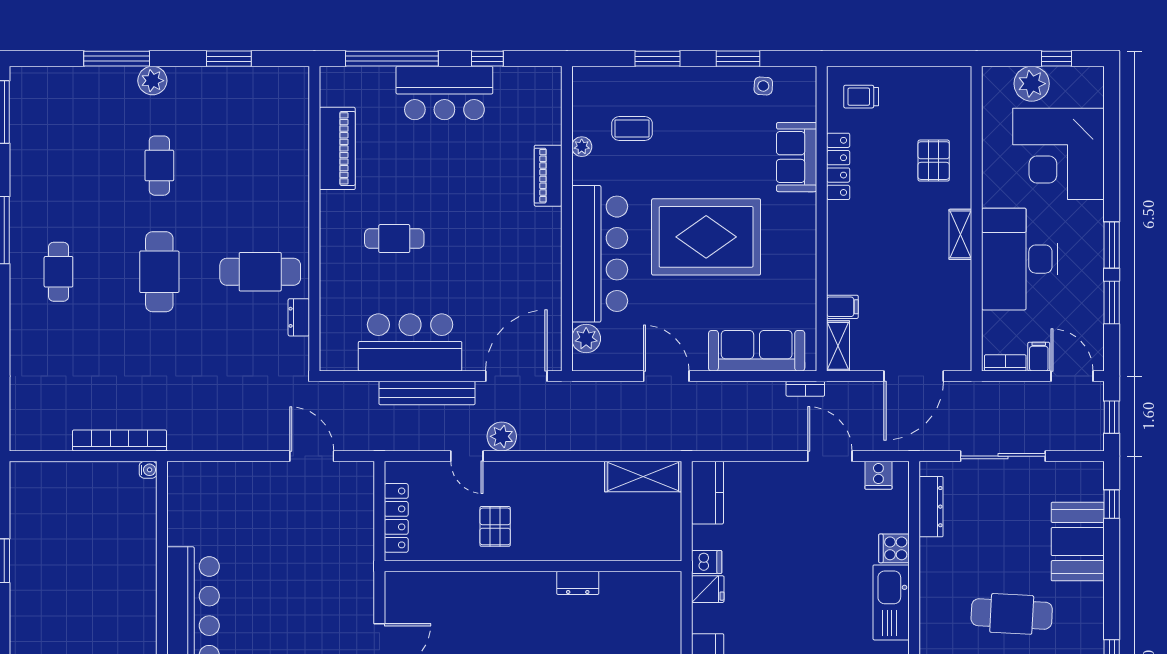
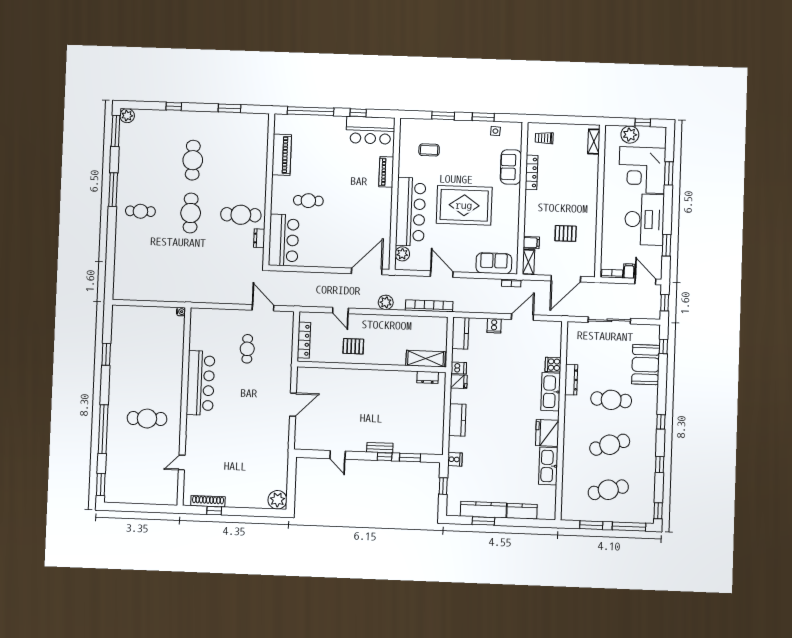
window: (117, 59) -> (174, 106), width x0.46
plant: (152, 81) -> (127, 116), moved
bar counter: (444, 93) -> (371, 130), moved
plant: (582, 147) -> (404, 158), removed
pallet: (934, 161) -> (566, 233), moved, turned 90
cafe table: (159, 166) -> (193, 160), width x1.37, depth x1.35
shelving: (960, 234) -> (594, 142), moved
window: (1112, 245) -> (669, 173), moved
desk: (1020, 259) -> (644, 219), moved, turned 180
cafe table: (58, 272) -> (140, 211), turned 90
bar counter: (410, 342) -> (284, 240), moved, turned 90
sofa: (757, 351) -> (494, 263), width x0.73
bench: (427, 393) -> (322, 278), removed
plant: (502, 436) -> (386, 302), moved
bookcase: (120, 440) -> (429, 306), moved
door: (830, 456) -> (522, 317), hinge flipped
cooker: (878, 475) -> (494, 326), moved
shelving: (643, 477) -> (426, 359), moved
dresser: (931, 507) -> (571, 380), moved
pallet: (495, 526) -> (353, 346), turned 90
cafe table: (284, 539) -> (247, 349), added
dresser: (578, 583) -> (428, 377), moved

